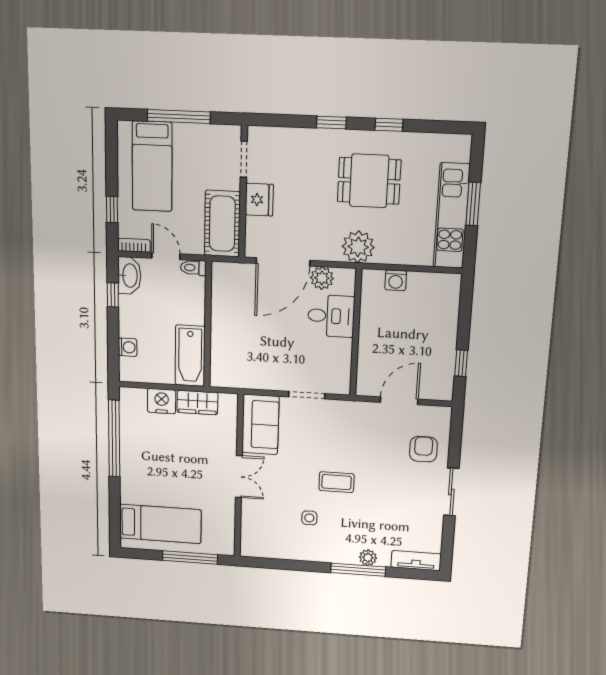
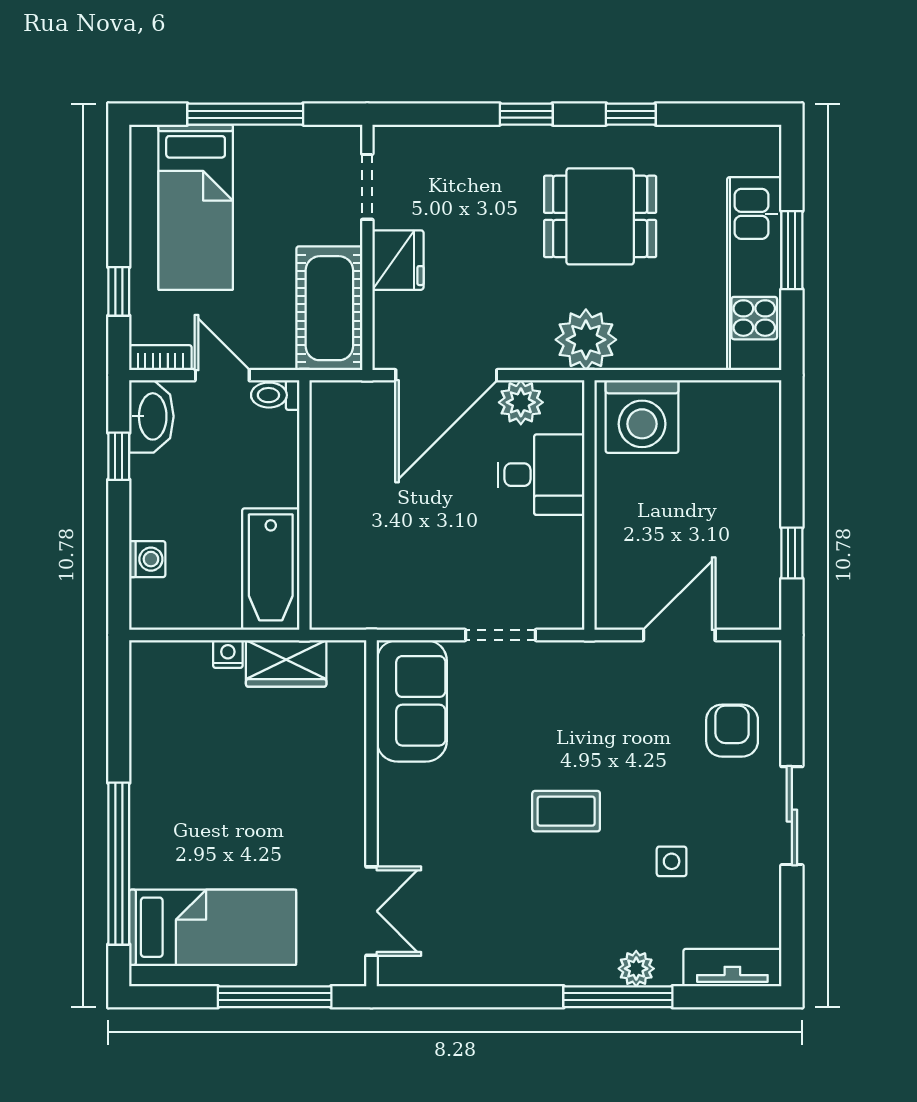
washing machine: (396, 280) -> (642, 417), width x1.89, depth x1.89
nightstand: (162, 401) -> (228, 654), width x0.53, depth x0.56
window: (114, 439) -> (119, 864), moved
double door: (239, 477) -> (372, 911), moved
side table: (309, 518) -> (672, 861), moved

